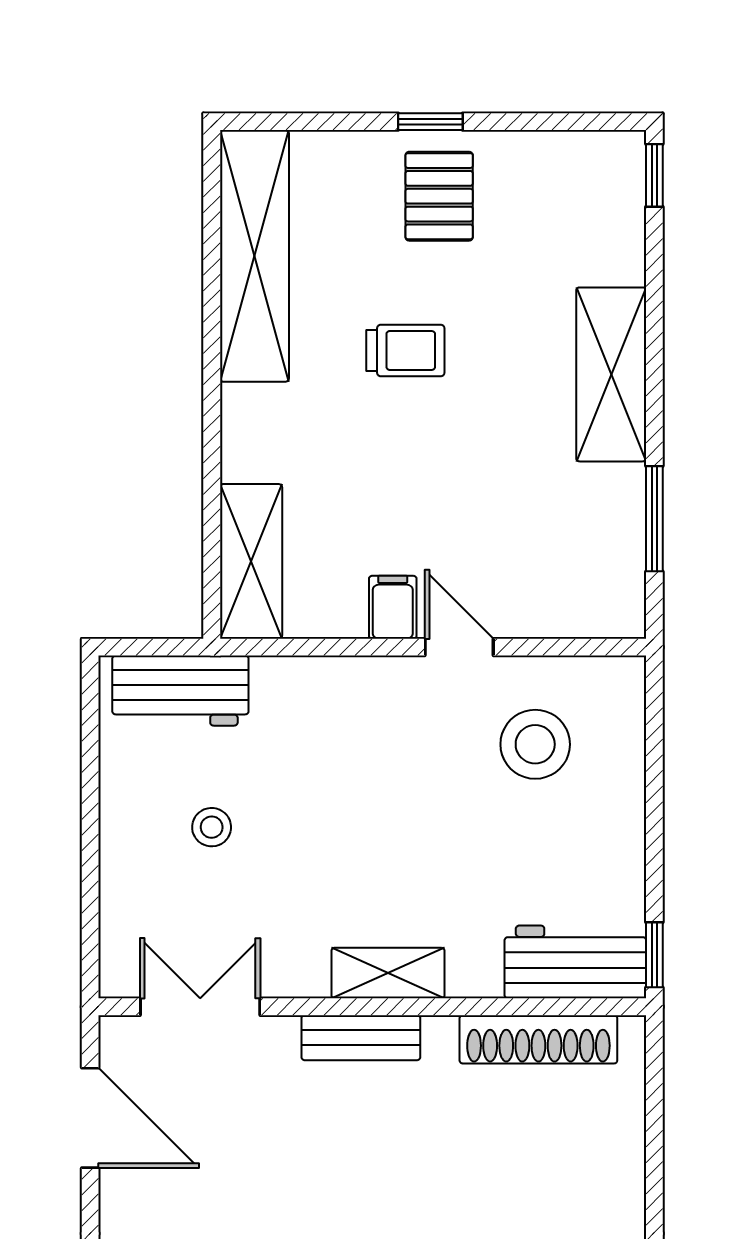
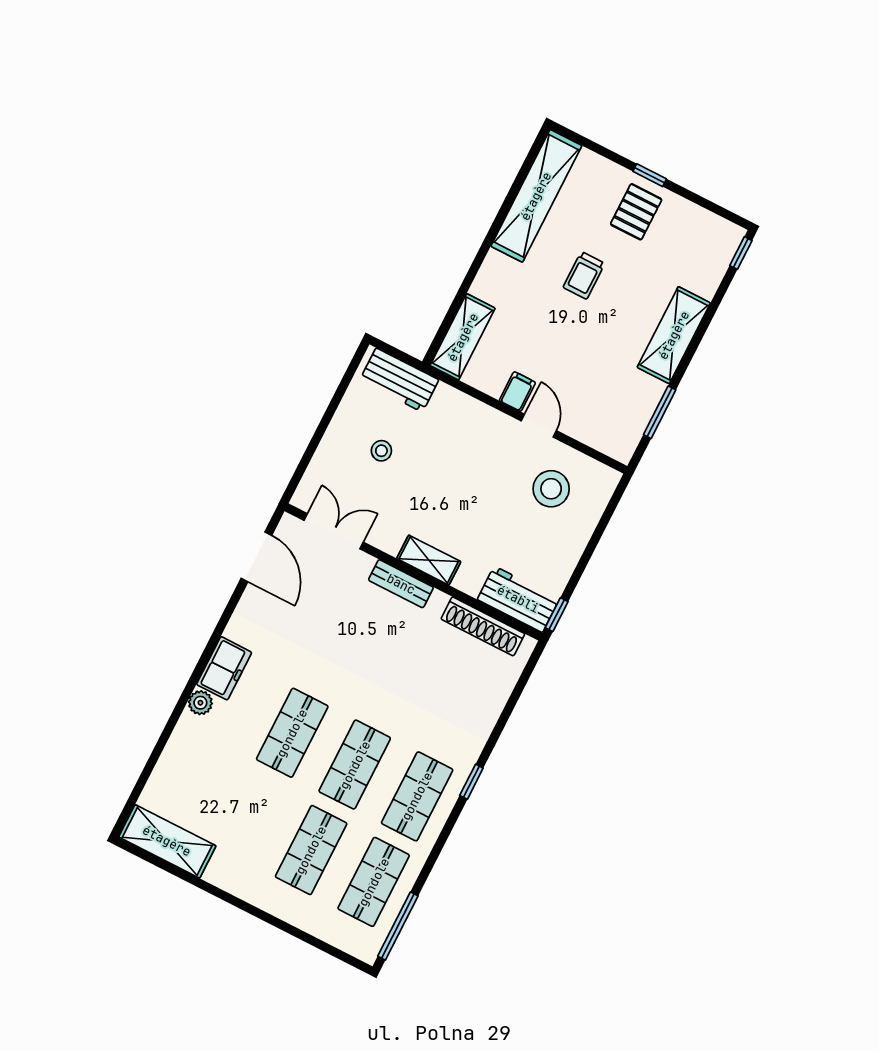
trolley: (405, 350) -> (584, 275), turned 90

